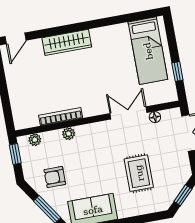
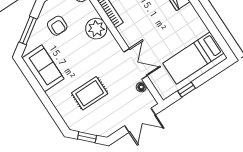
plant: (69, 134) -> (96, 29), width x1.88, depth x1.88
armchair: (55, 177) -> (57, 26), turned 180

